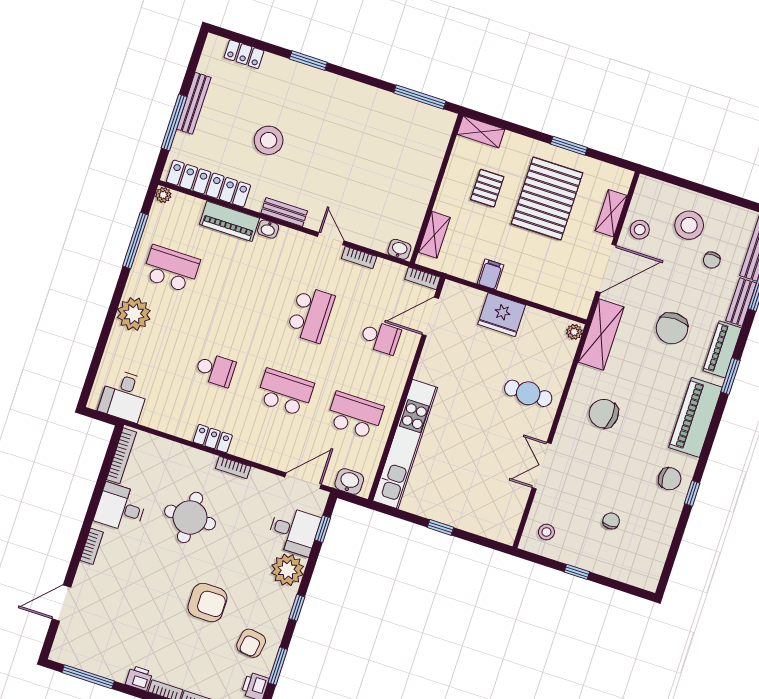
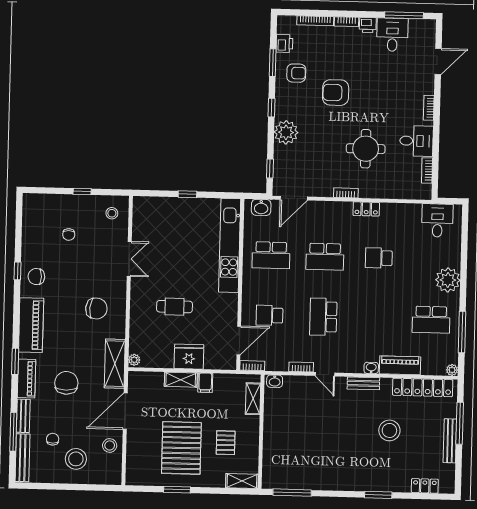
shelving: (611, 213) -> (181, 380), moved, turned 90
cafe table: (528, 393) -> (175, 307), moved
bookcase: (121, 456) -> (427, 170), width x0.64
desk: (294, 531) -> (392, 35), moved, turned 90
armchair: (251, 643) -> (296, 73), turned 82

